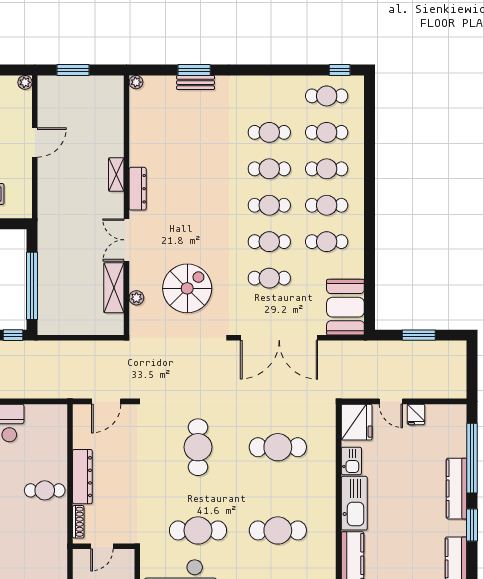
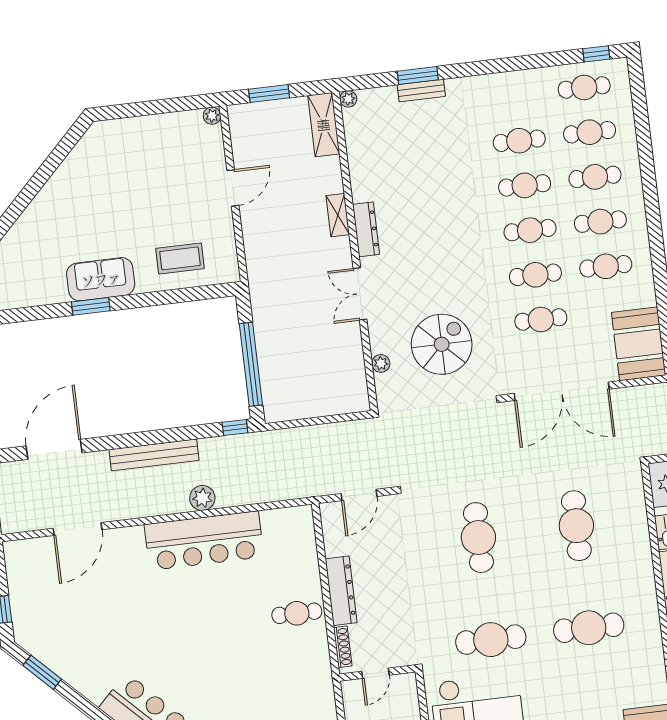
shelving: (114, 288) -> (324, 125), moved
cafe table: (278, 447) -> (576, 526), turned 90

